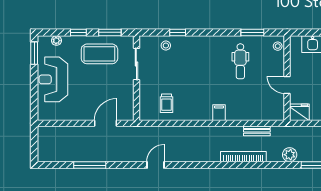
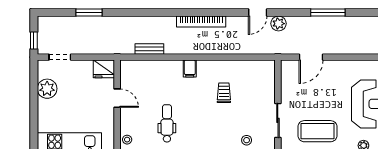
trolley: (166, 103) -> (224, 93), moved
plant: (290, 155) -> (279, 24), moved
bookcase: (243, 157) -> (201, 21), moved

